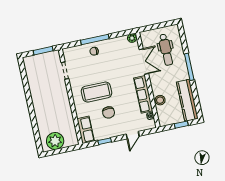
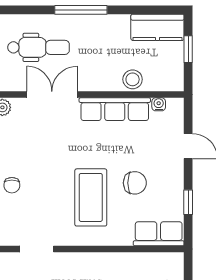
kitchen counter: (187, 100) -> (157, 27), width x0.67

